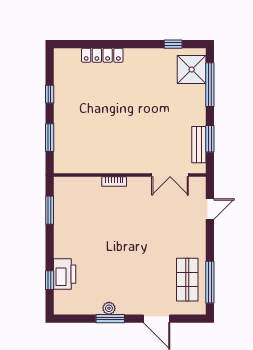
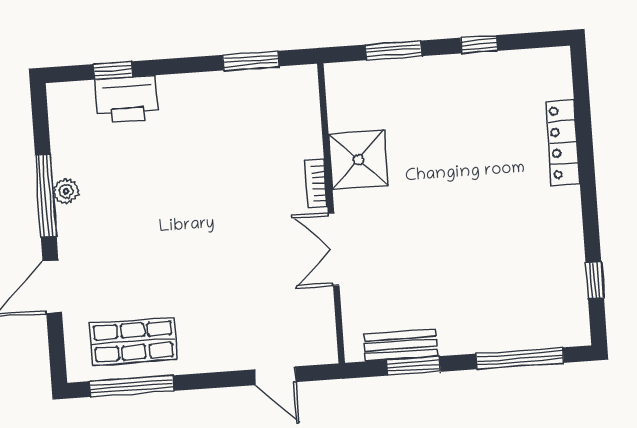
shower: (192, 70) -> (358, 160), moved
double door: (170, 175) -> (334, 249), moved
window: (110, 319) -> (46, 195), width x1.44

